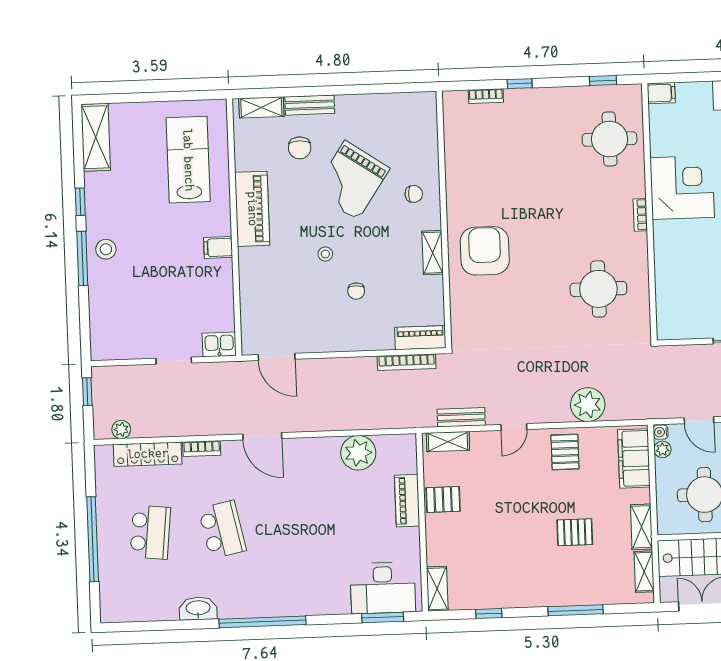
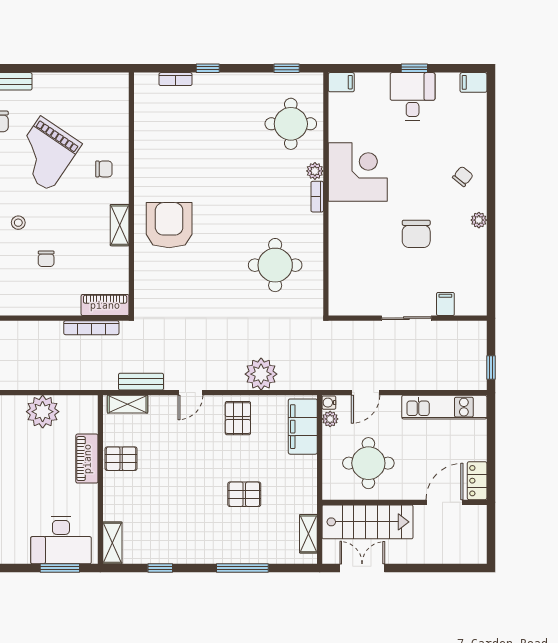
plant: (637, 188) -> (315, 171), added
door: (699, 420) -> (366, 393), hinge flipped
shelving: (641, 527) -> (308, 491), removed

